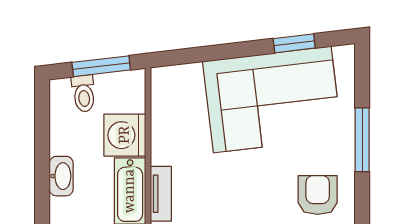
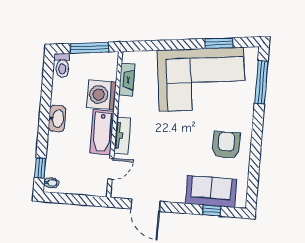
toilet: (84, 93) -> (62, 65), moved
fireplace: (161, 109) -> (127, 80), added
window: (362, 140) -> (261, 82), moved

